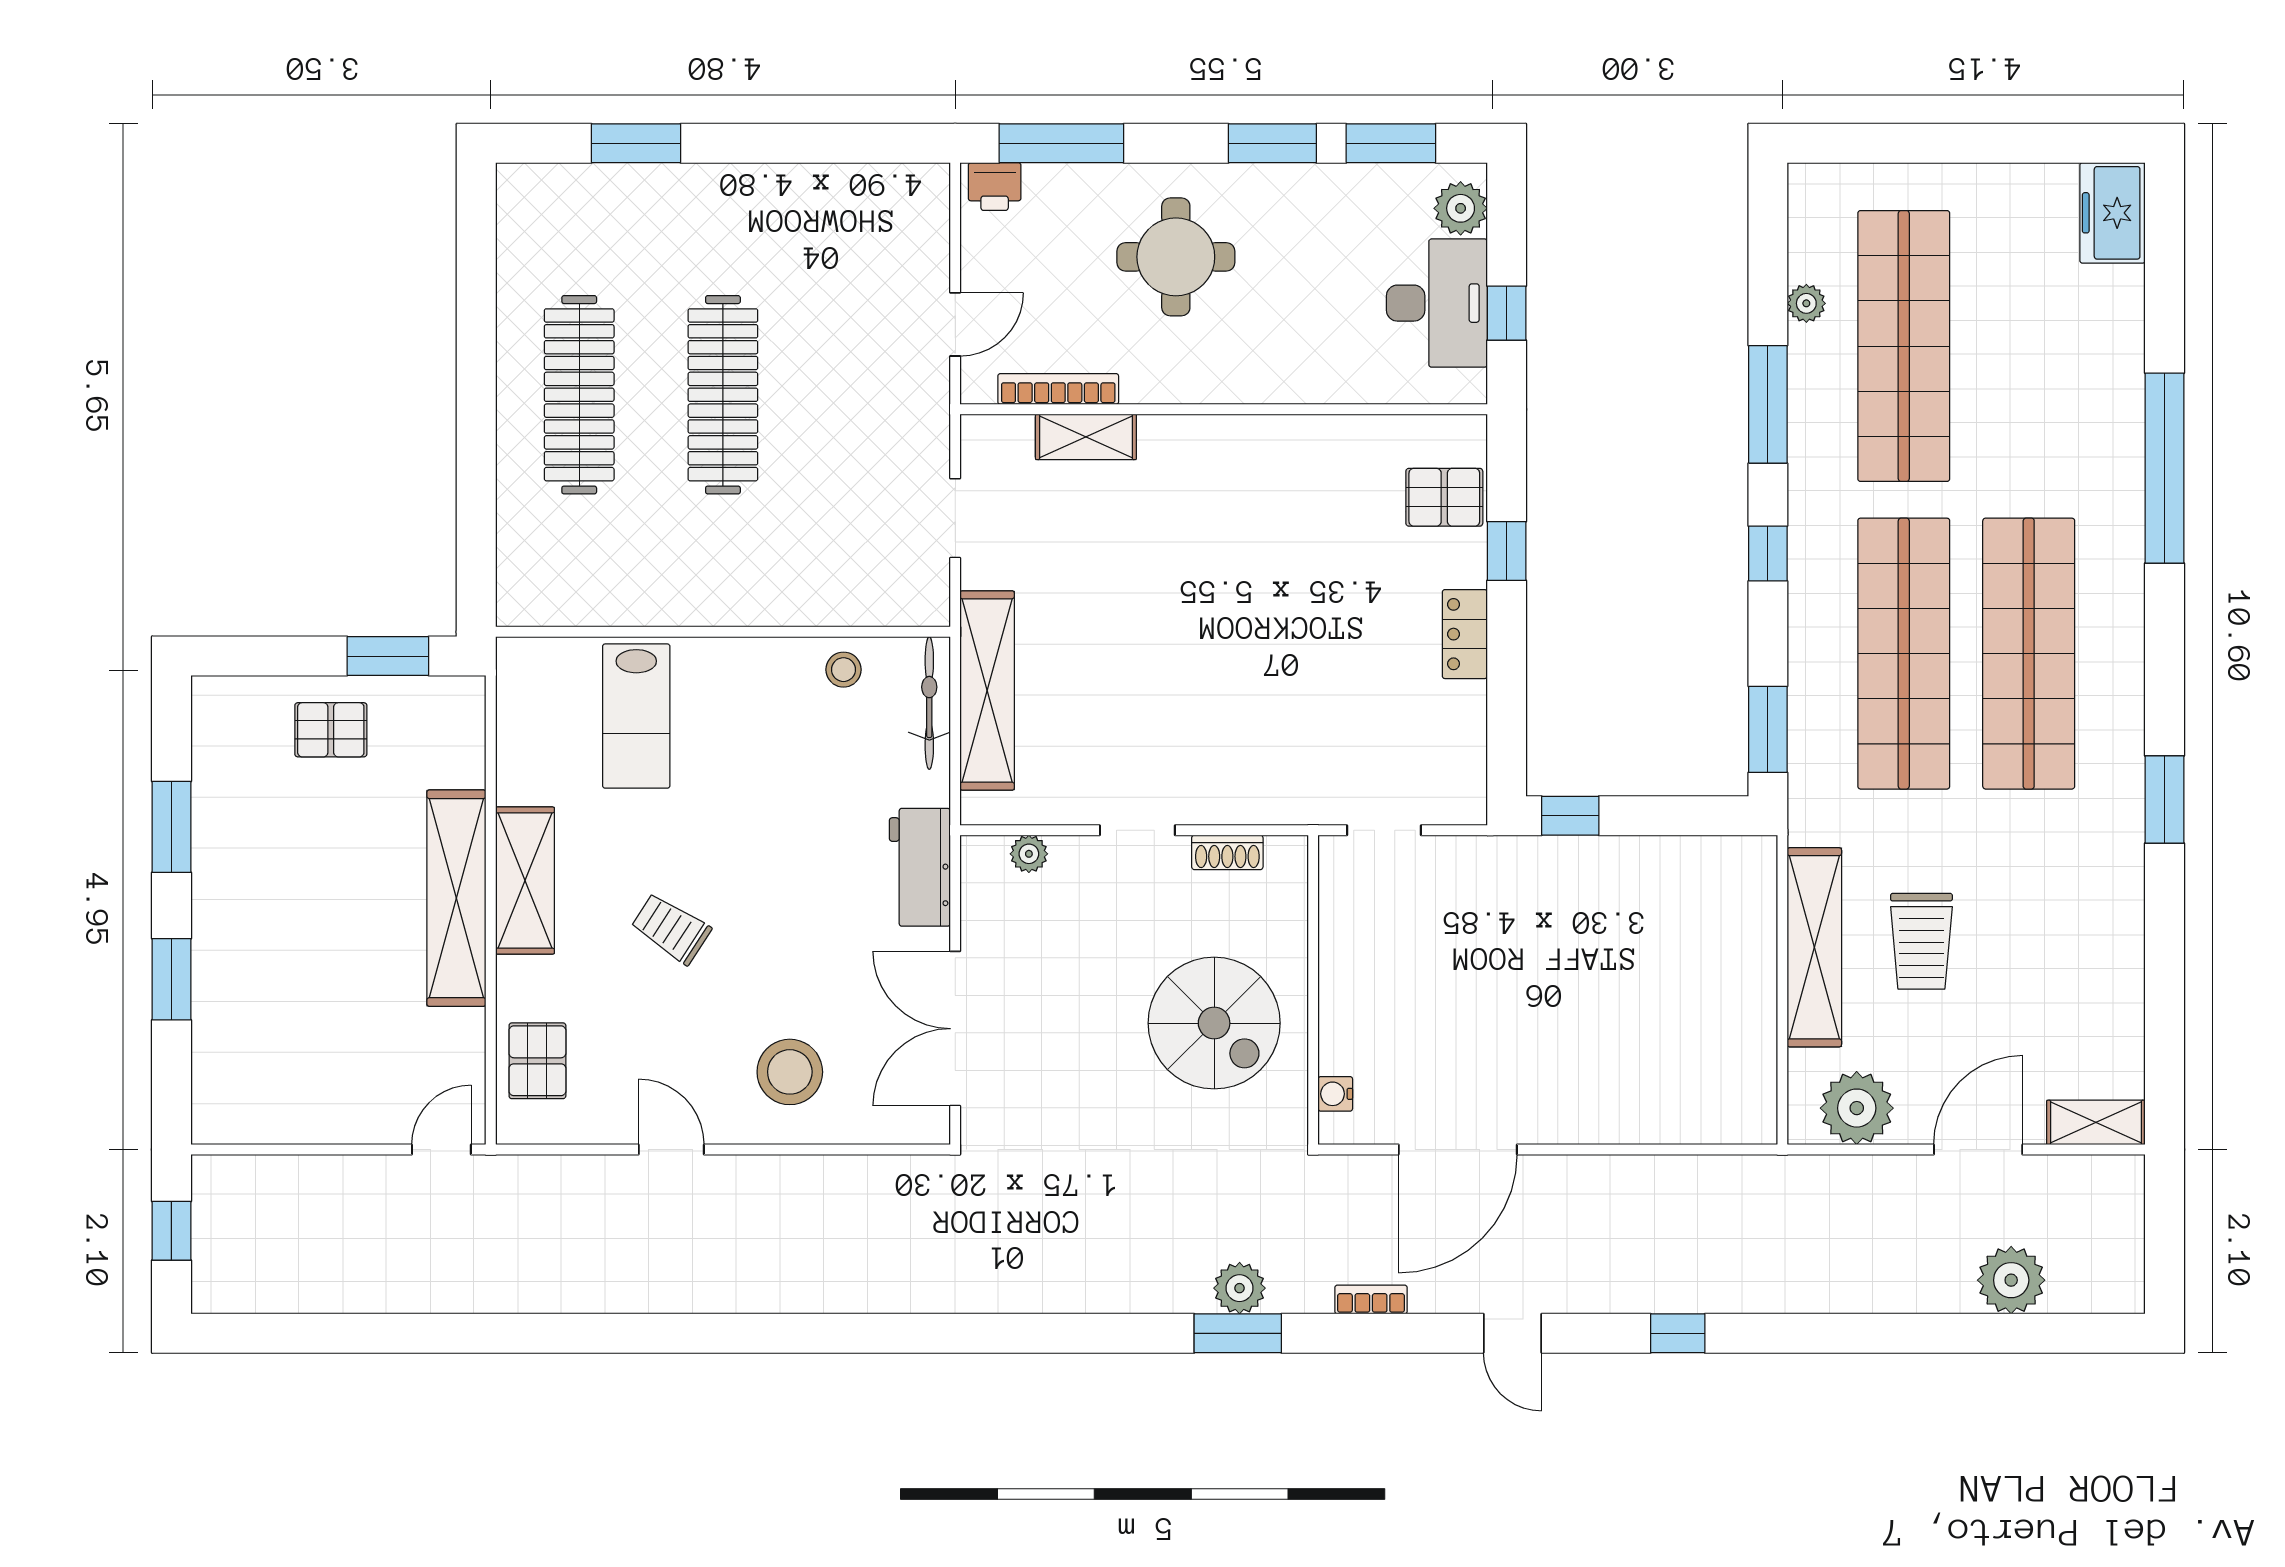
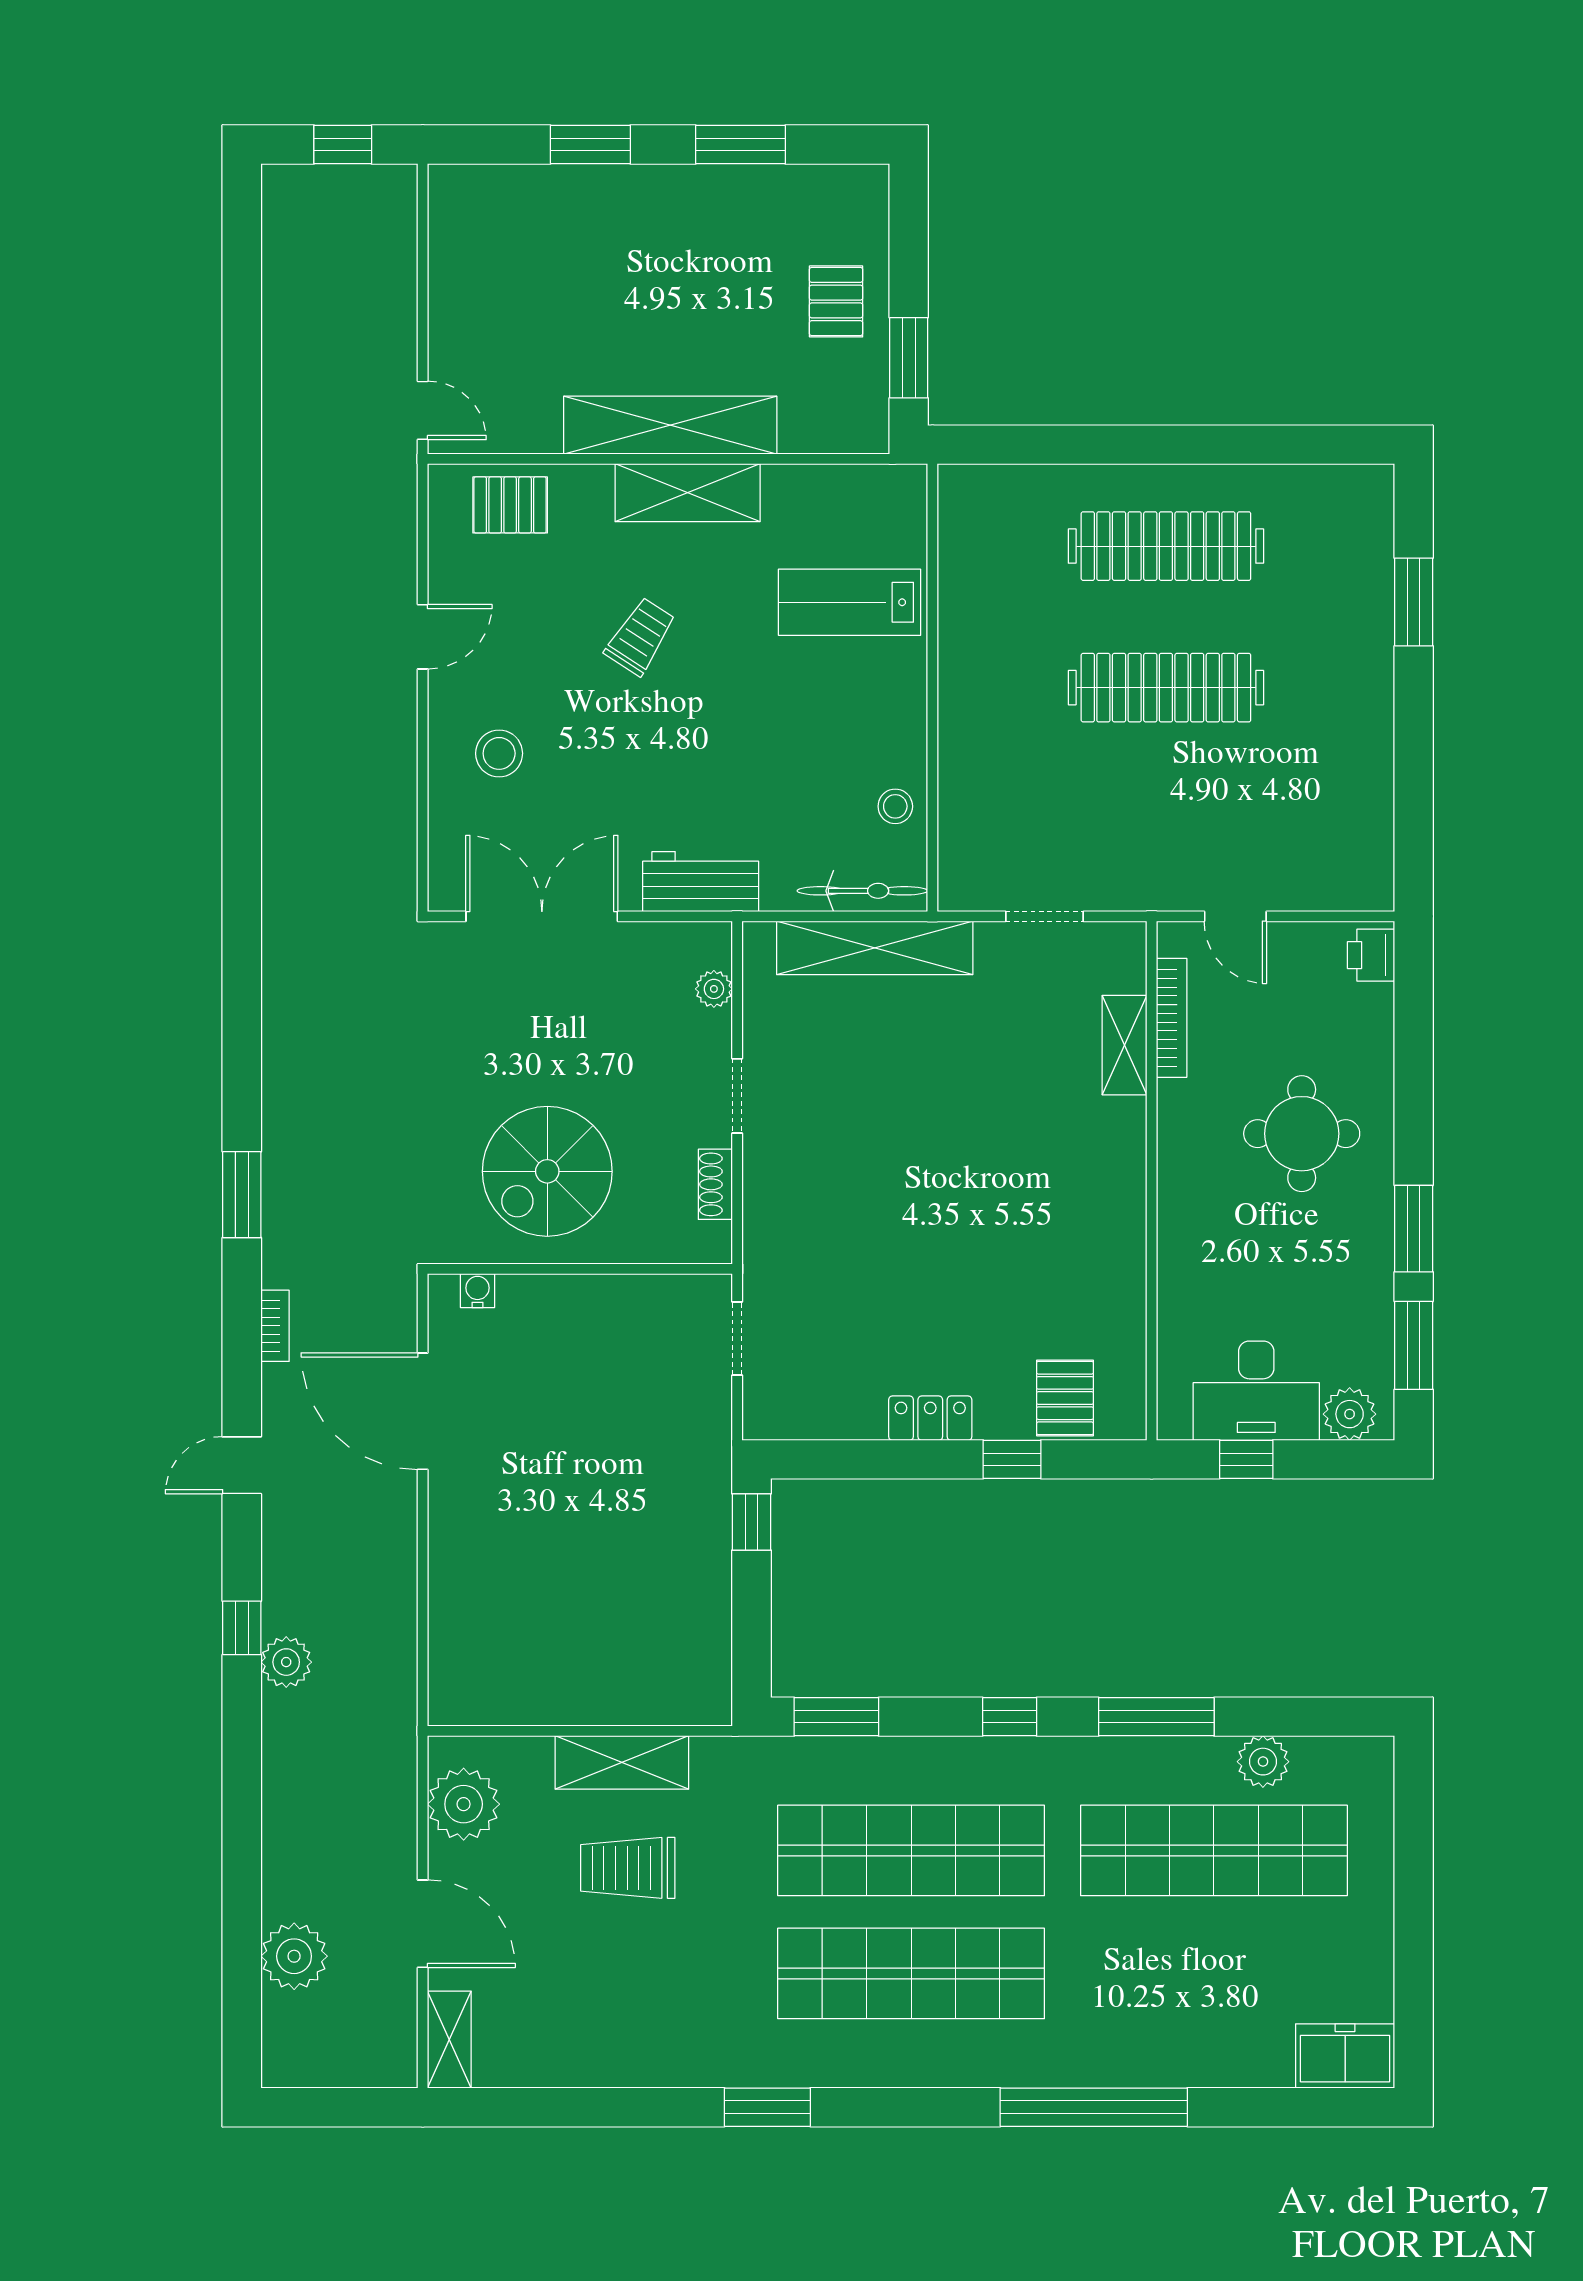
window: (1061, 143) -> (1414, 1021), removed
plant: (1806, 303) -> (1263, 1762), width x1.38, depth x1.38
shelving: (1814, 947) -> (622, 1762), width x0.68
stool: (790, 1072) -> (499, 753), width x0.73, depth x0.73
plant: (1240, 1288) -> (286, 1662), moved

